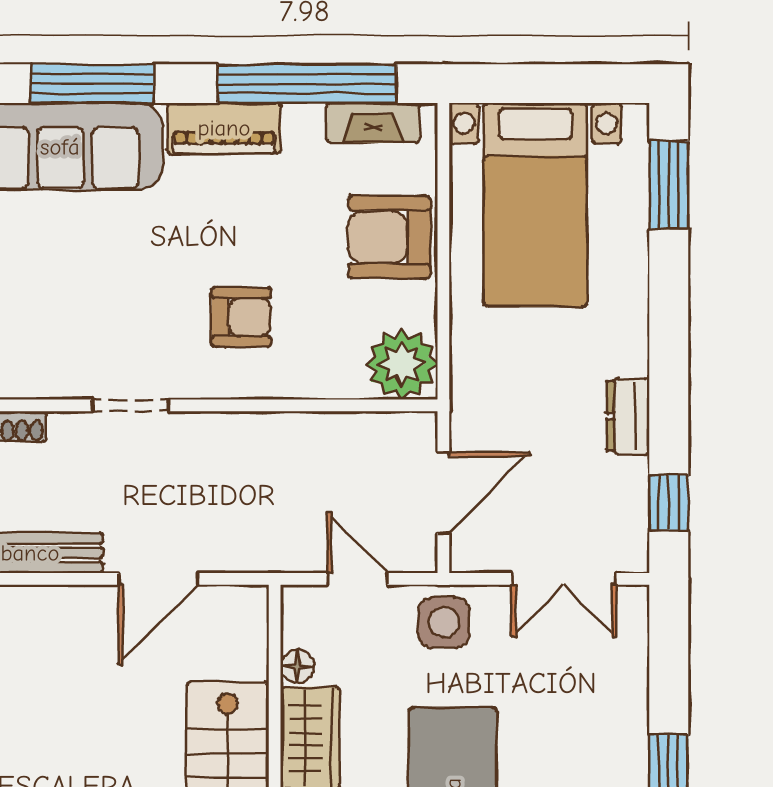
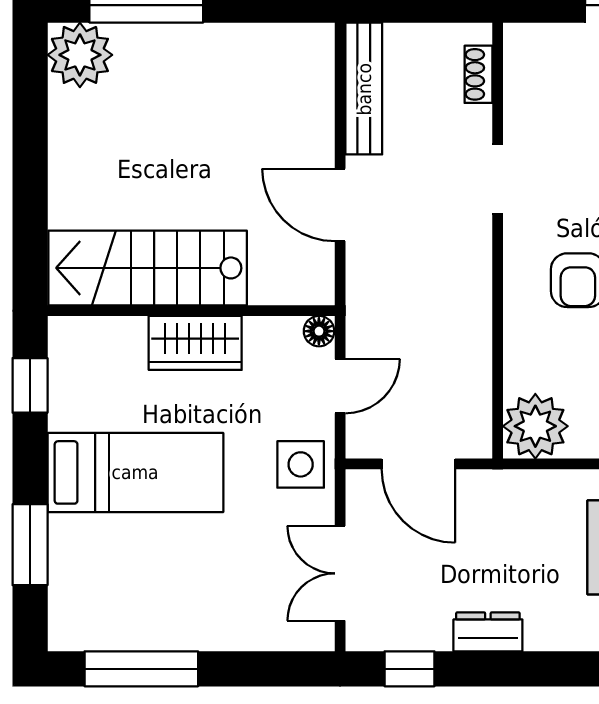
floor lamp: (297, 666) -> (319, 331), moved

